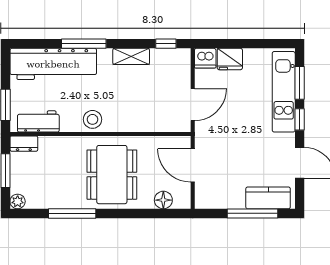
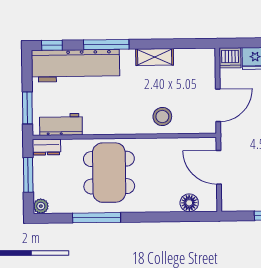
window: (166, 44) -> (52, 45), moved
stool: (92, 119) -> (162, 117), moved
dining table: (112, 175) -> (109, 173), moved

